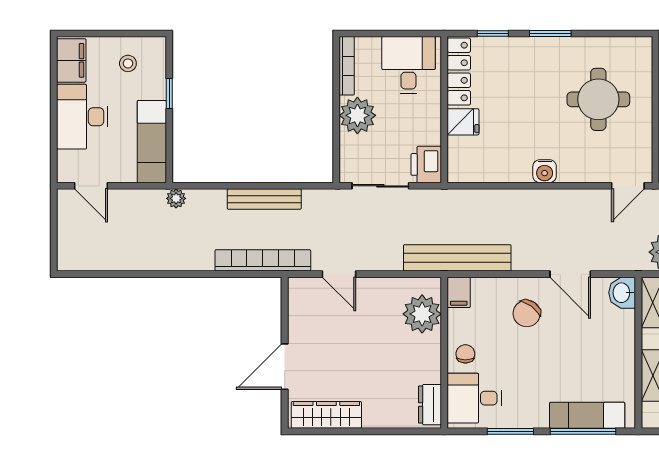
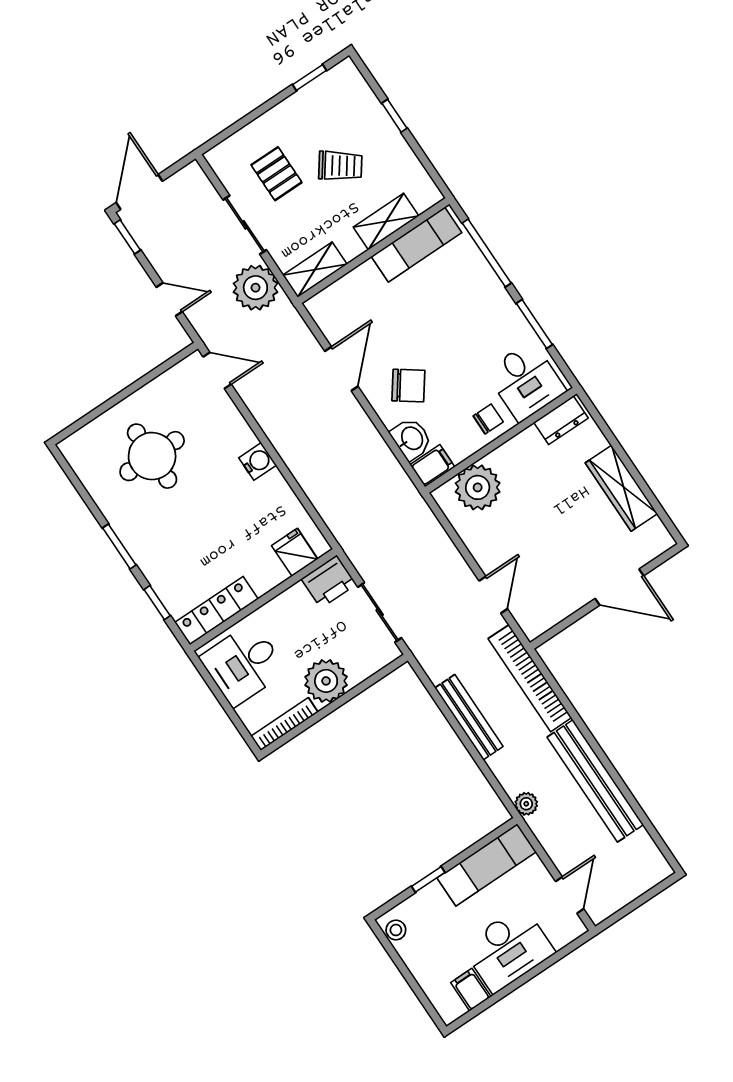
filing cabinet: (71, 60) -> (471, 990), width x0.50
stool: (128, 63) -> (396, 930), moved
fridge: (463, 122) -> (295, 552), moved
bench: (457, 258) -> (595, 781), moved
washbasin: (622, 293) -> (411, 439), moved, turned -90
chair: (465, 354) -> (488, 419), turned 180
wardrobe: (326, 415) -> (621, 488), moved
exam couch: (587, 415) -> (417, 244), moved, turned -90

